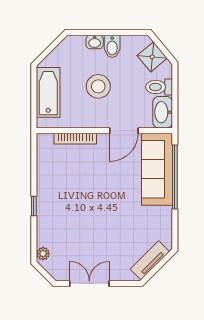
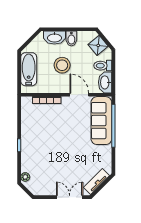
washbasin: (95, 42) -> (54, 38), width x1.91, depth x1.45
door: (124, 131) -> (79, 95), swing flipped
double door: (89, 284) -> (70, 197), moved

